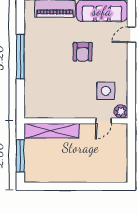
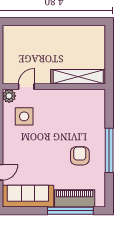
armchair: (83, 52) -> (80, 156), moved
window: (20, 156) -> (109, 52), removed

